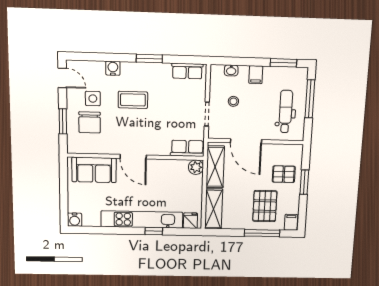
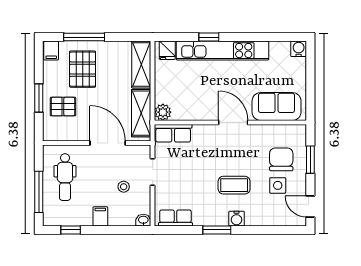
window: (283, 63) -> (71, 230), width x0.67
water cooler: (113, 68) -> (236, 219), moved
washbasin: (231, 70) -> (143, 220), moved

